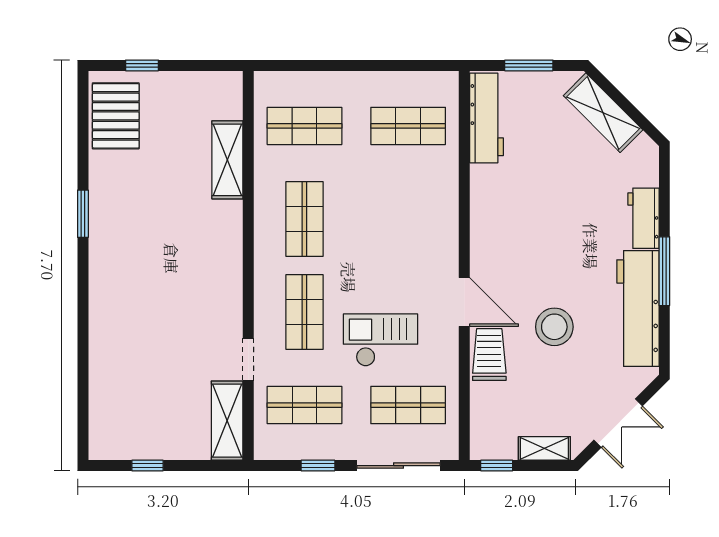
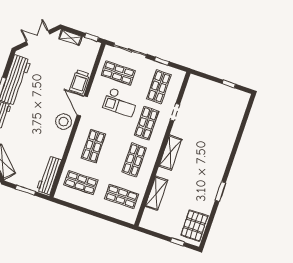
shop shelf: (408, 219) -> (93, 146), added
stool: (554, 327) -> (64, 122), moved
shop shelf: (304, 405) -> (159, 87), turned 90
shelving: (227, 421) -> (170, 153), moved

